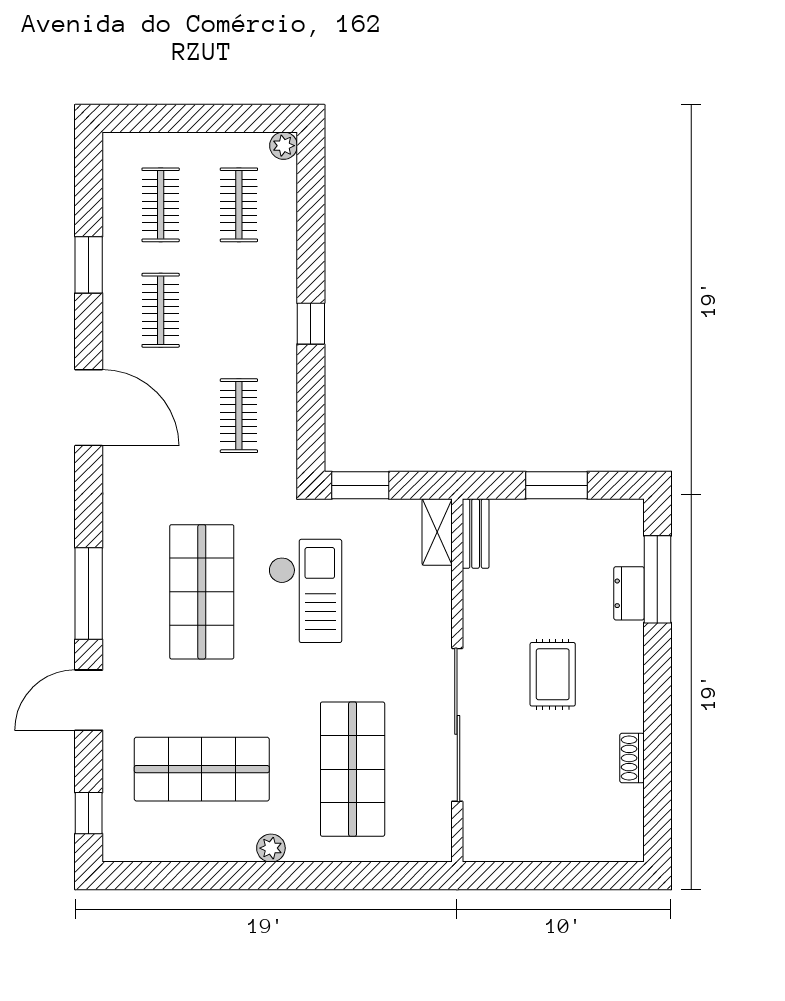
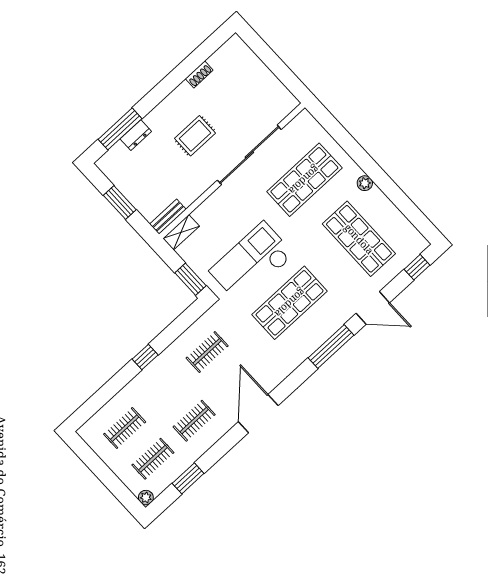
plant: (284, 146) -> (146, 498), moved
window: (89, 265) -> (188, 478), moved
checkout: (305, 591) -> (252, 263), width x1.36, depth x1.21

